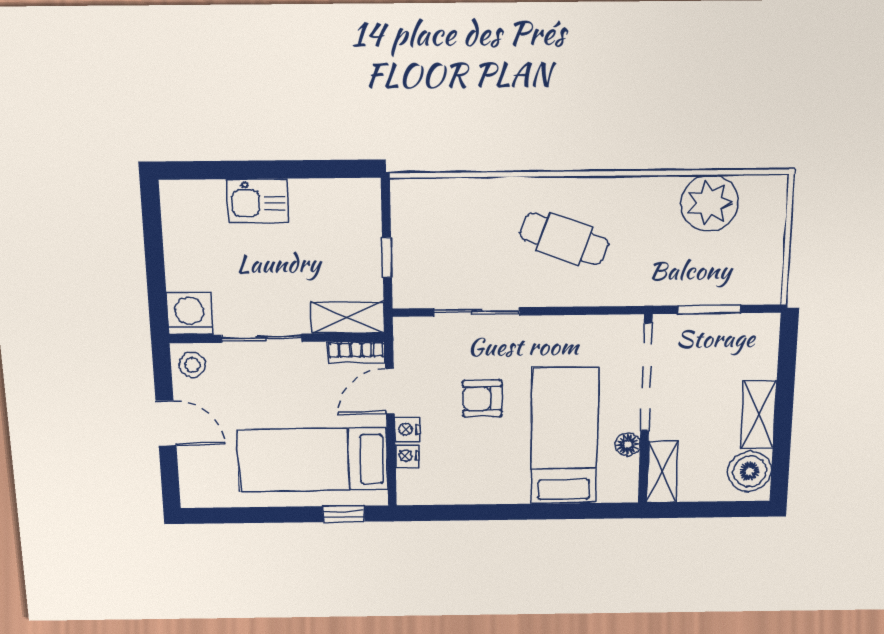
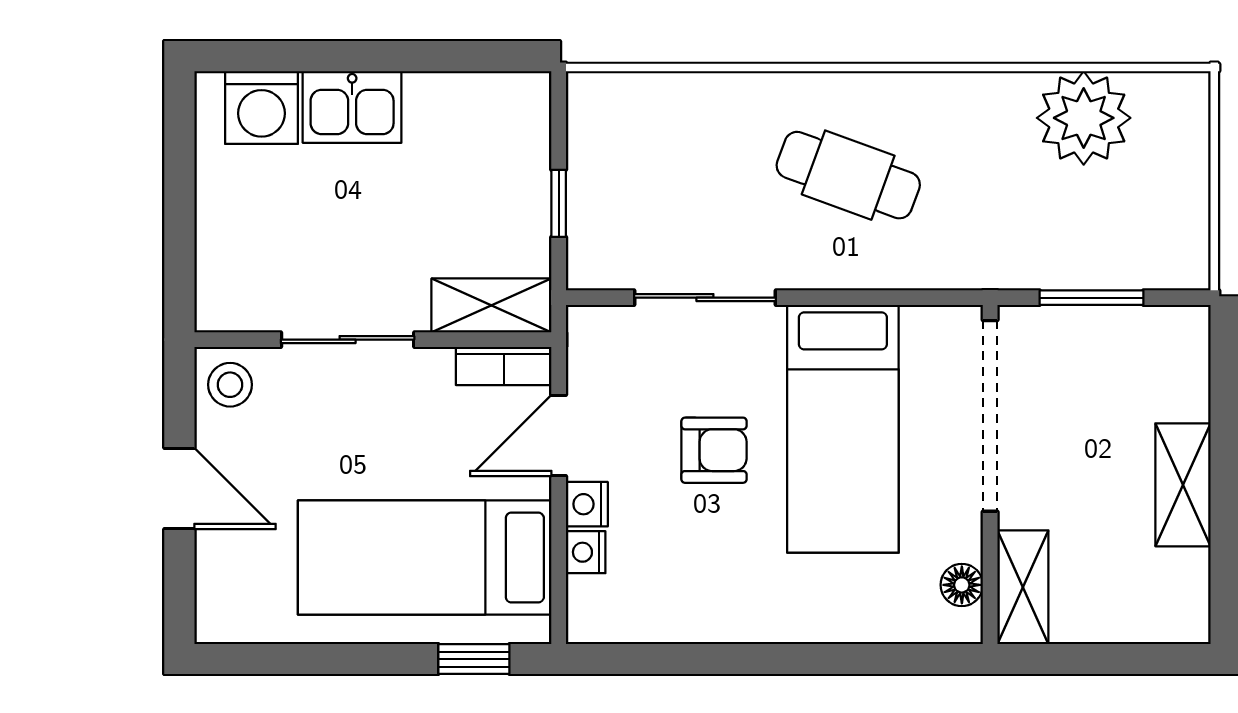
washing machine: (190, 314) -> (261, 108), moved, turned 180
armchair: (482, 398) -> (714, 450), turned 180
bed: (564, 436) -> (843, 429), moved, turned 180
floor lamp: (628, 445) -> (962, 585), moved
boiler: (750, 471) -> (1173, 588), removed

